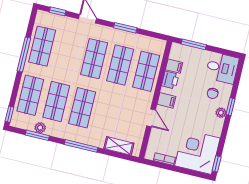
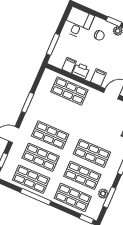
shop shelf: (120, 65) -> (41, 157), moved

